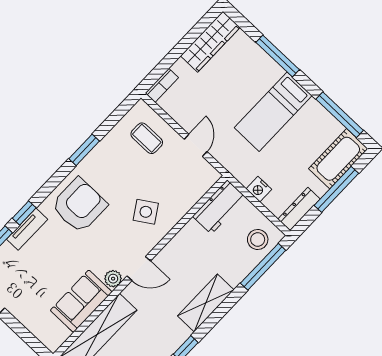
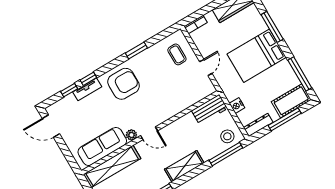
bed: (273, 112) -> (257, 56), width x1.50
side table: (146, 212) -> (163, 100), removed
sofa: (81, 301) -> (102, 146), width x1.36

